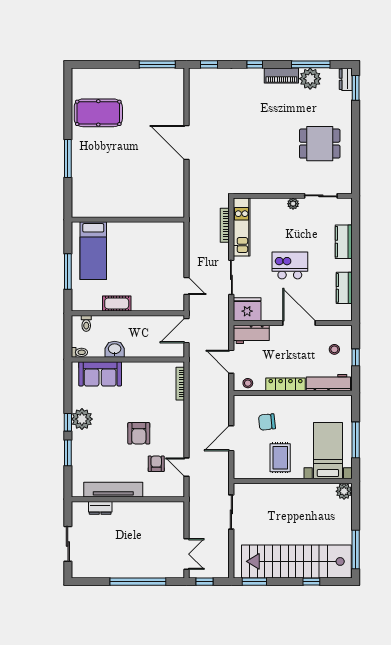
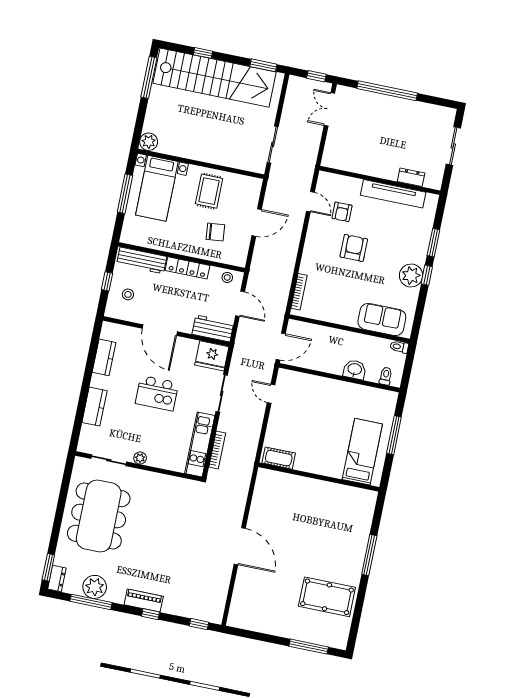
window: (157, 64) -> (309, 647), moved
piano: (281, 76) -> (144, 600), moved
dining table: (320, 144) -> (99, 516), width x1.88, depth x1.24
cot: (117, 303) -> (279, 458), moved
washbasin: (115, 349) -> (355, 370), moved, turned 180

